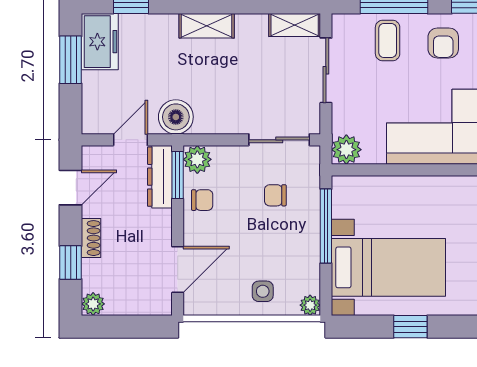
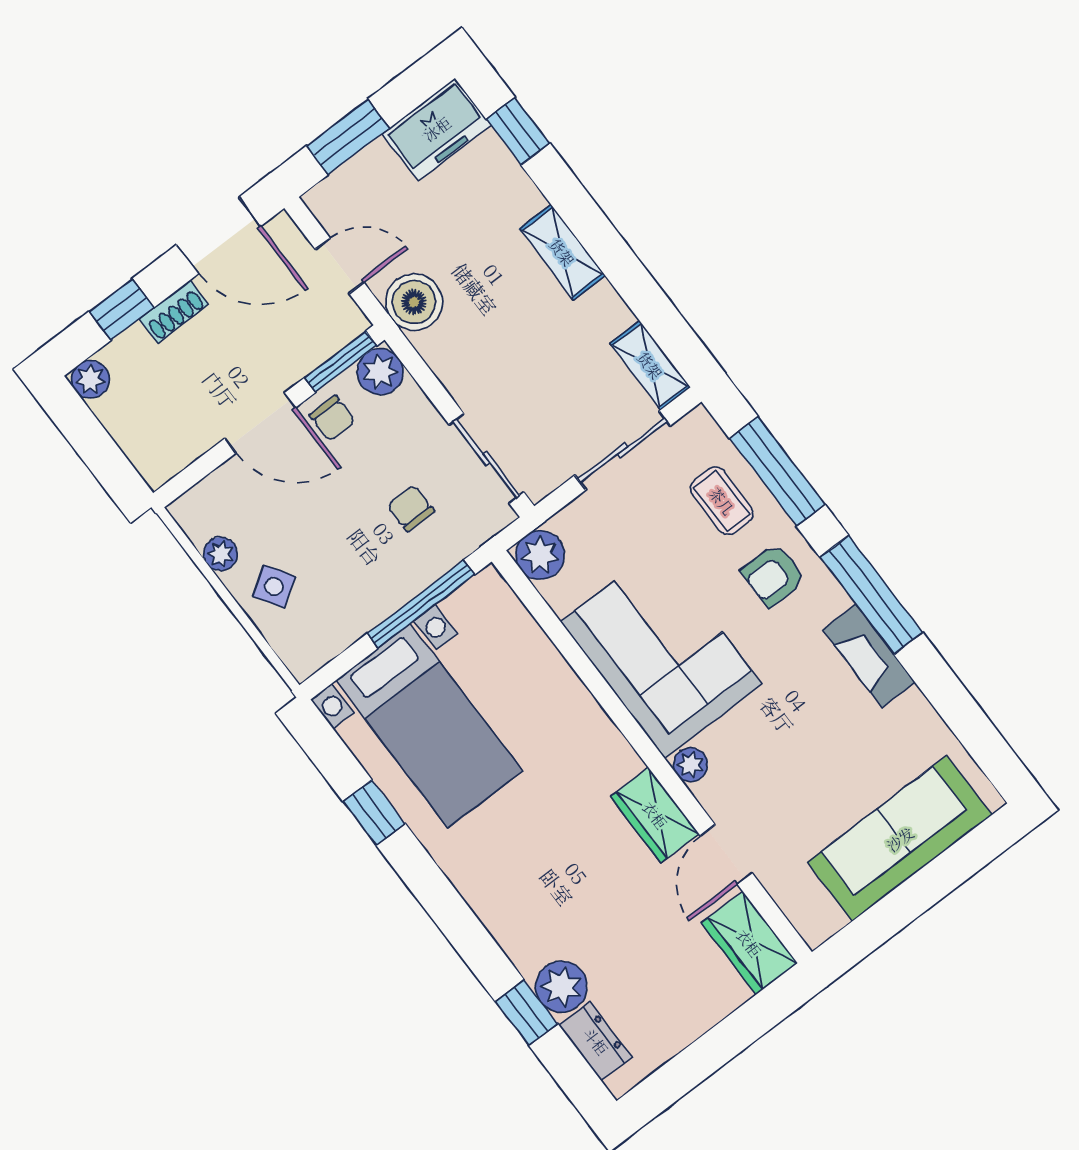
coffee table: (388, 41) -> (722, 501), turned 90
window: (71, 60) -> (348, 137), moved
dresser: (160, 177) -> (321, 340), removed
door: (71, 188) -> (219, 235), width x1.38
door: (178, 270) -> (260, 423), moved
side table: (263, 291) -> (274, 587), turned -33
plant: (310, 305) -> (221, 554), moved

